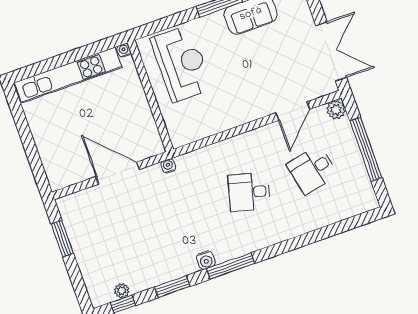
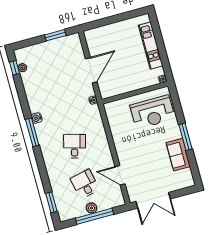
kitchen unit: (68, 75) -> (151, 46), width x0.73
plant: (336, 110) -> (92, 208), moved
window: (172, 287) -> (51, 202), moved

